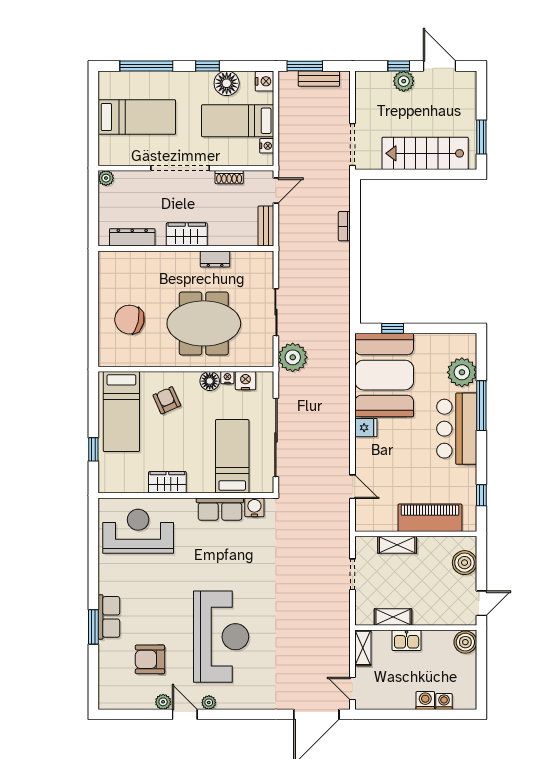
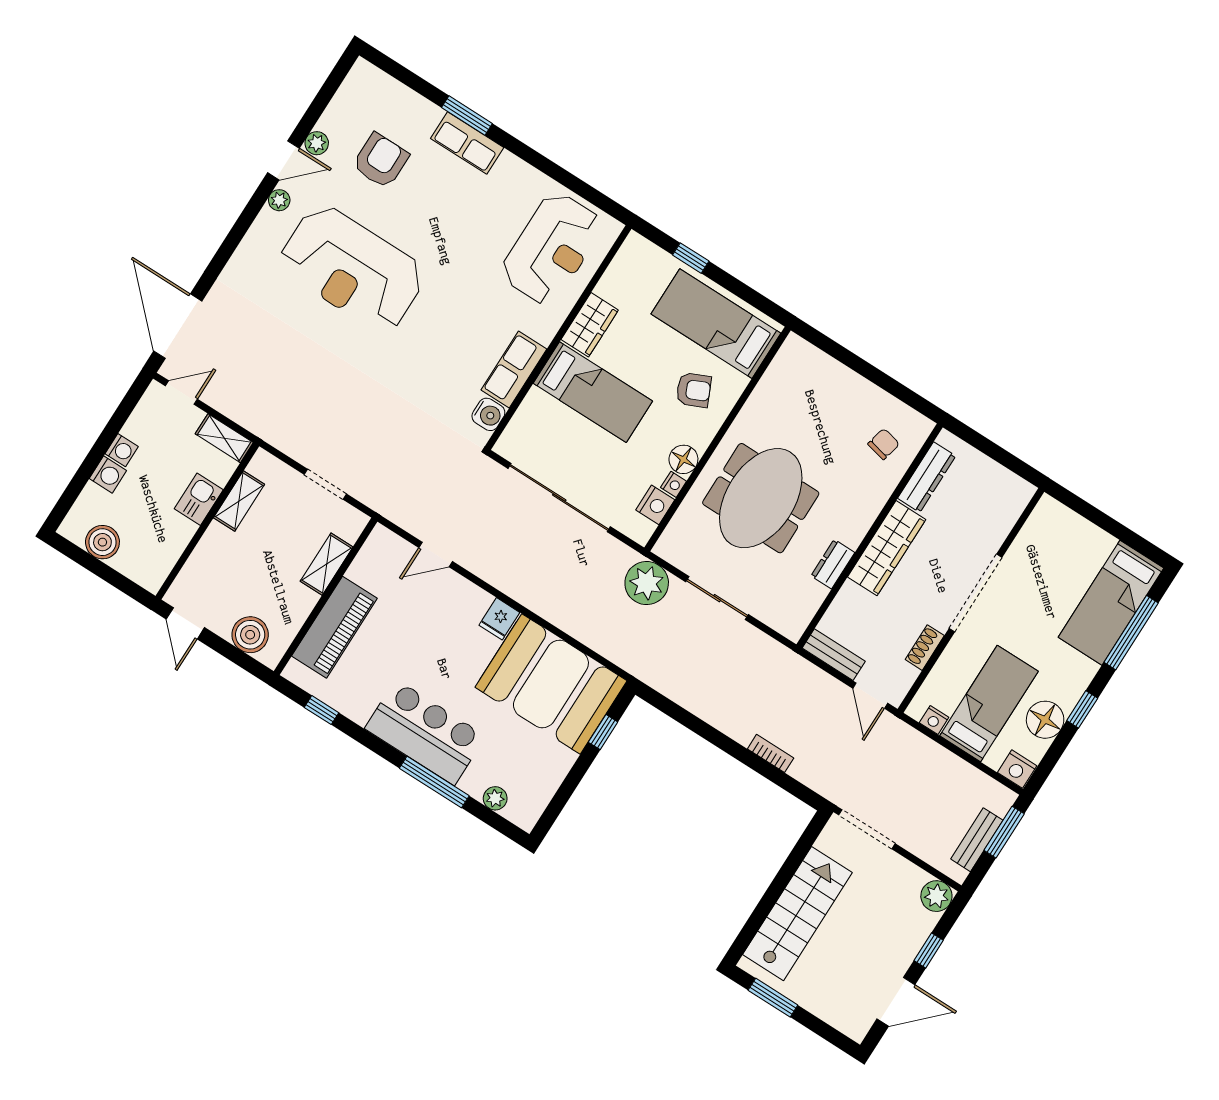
plant: (404, 81) -> (936, 896), moved
bed: (137, 117) -> (1111, 603), moved
plant: (106, 178) -> (1022, 492), removed
wardrobe: (187, 234) -> (887, 548), width x1.50
chair: (129, 320) -> (884, 444), moved, width x0.54, depth x0.54
plant: (462, 372) -> (495, 798), width x0.53, depth x0.53
bed: (232, 456) -> (593, 392), moved
boiler: (465, 642) -> (102, 542), moved
washing machine: (444, 702) -> (122, 450), moved

